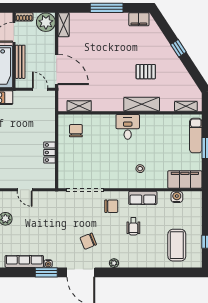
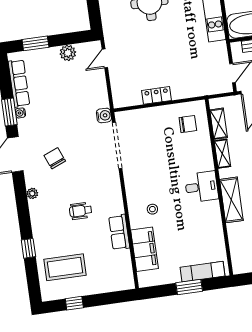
shelving: (186, 106) -> (222, 154), moved
filing cabinet: (185, 179) -> (144, 249), moved
door: (25, 190) -> (105, 58), moved
water cooler: (177, 197) -> (104, 115), moved
row of seats: (143, 198) -> (119, 232), moved
chair: (111, 206) -> (101, 180), removed
window: (158, 272) -> (28, 248), added

